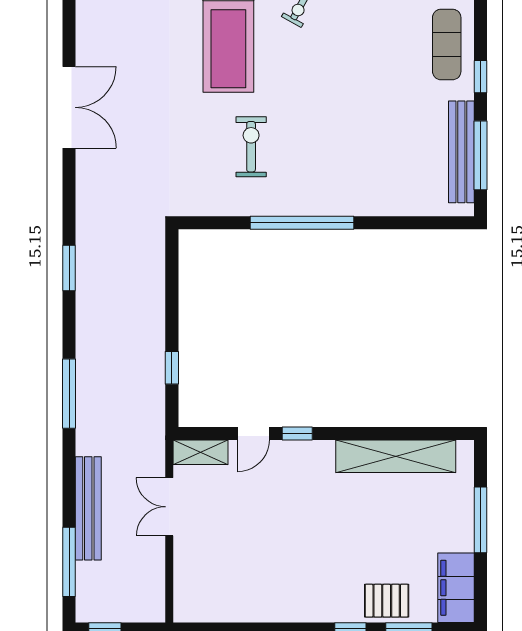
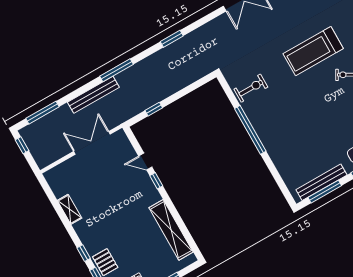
exercise bike: (251, 147) -> (251, 88), moved
shelving: (201, 452) -> (69, 209), moved
double door: (169, 507) -> (92, 143), width x1.37
bench: (88, 508) -> (93, 95), moved

